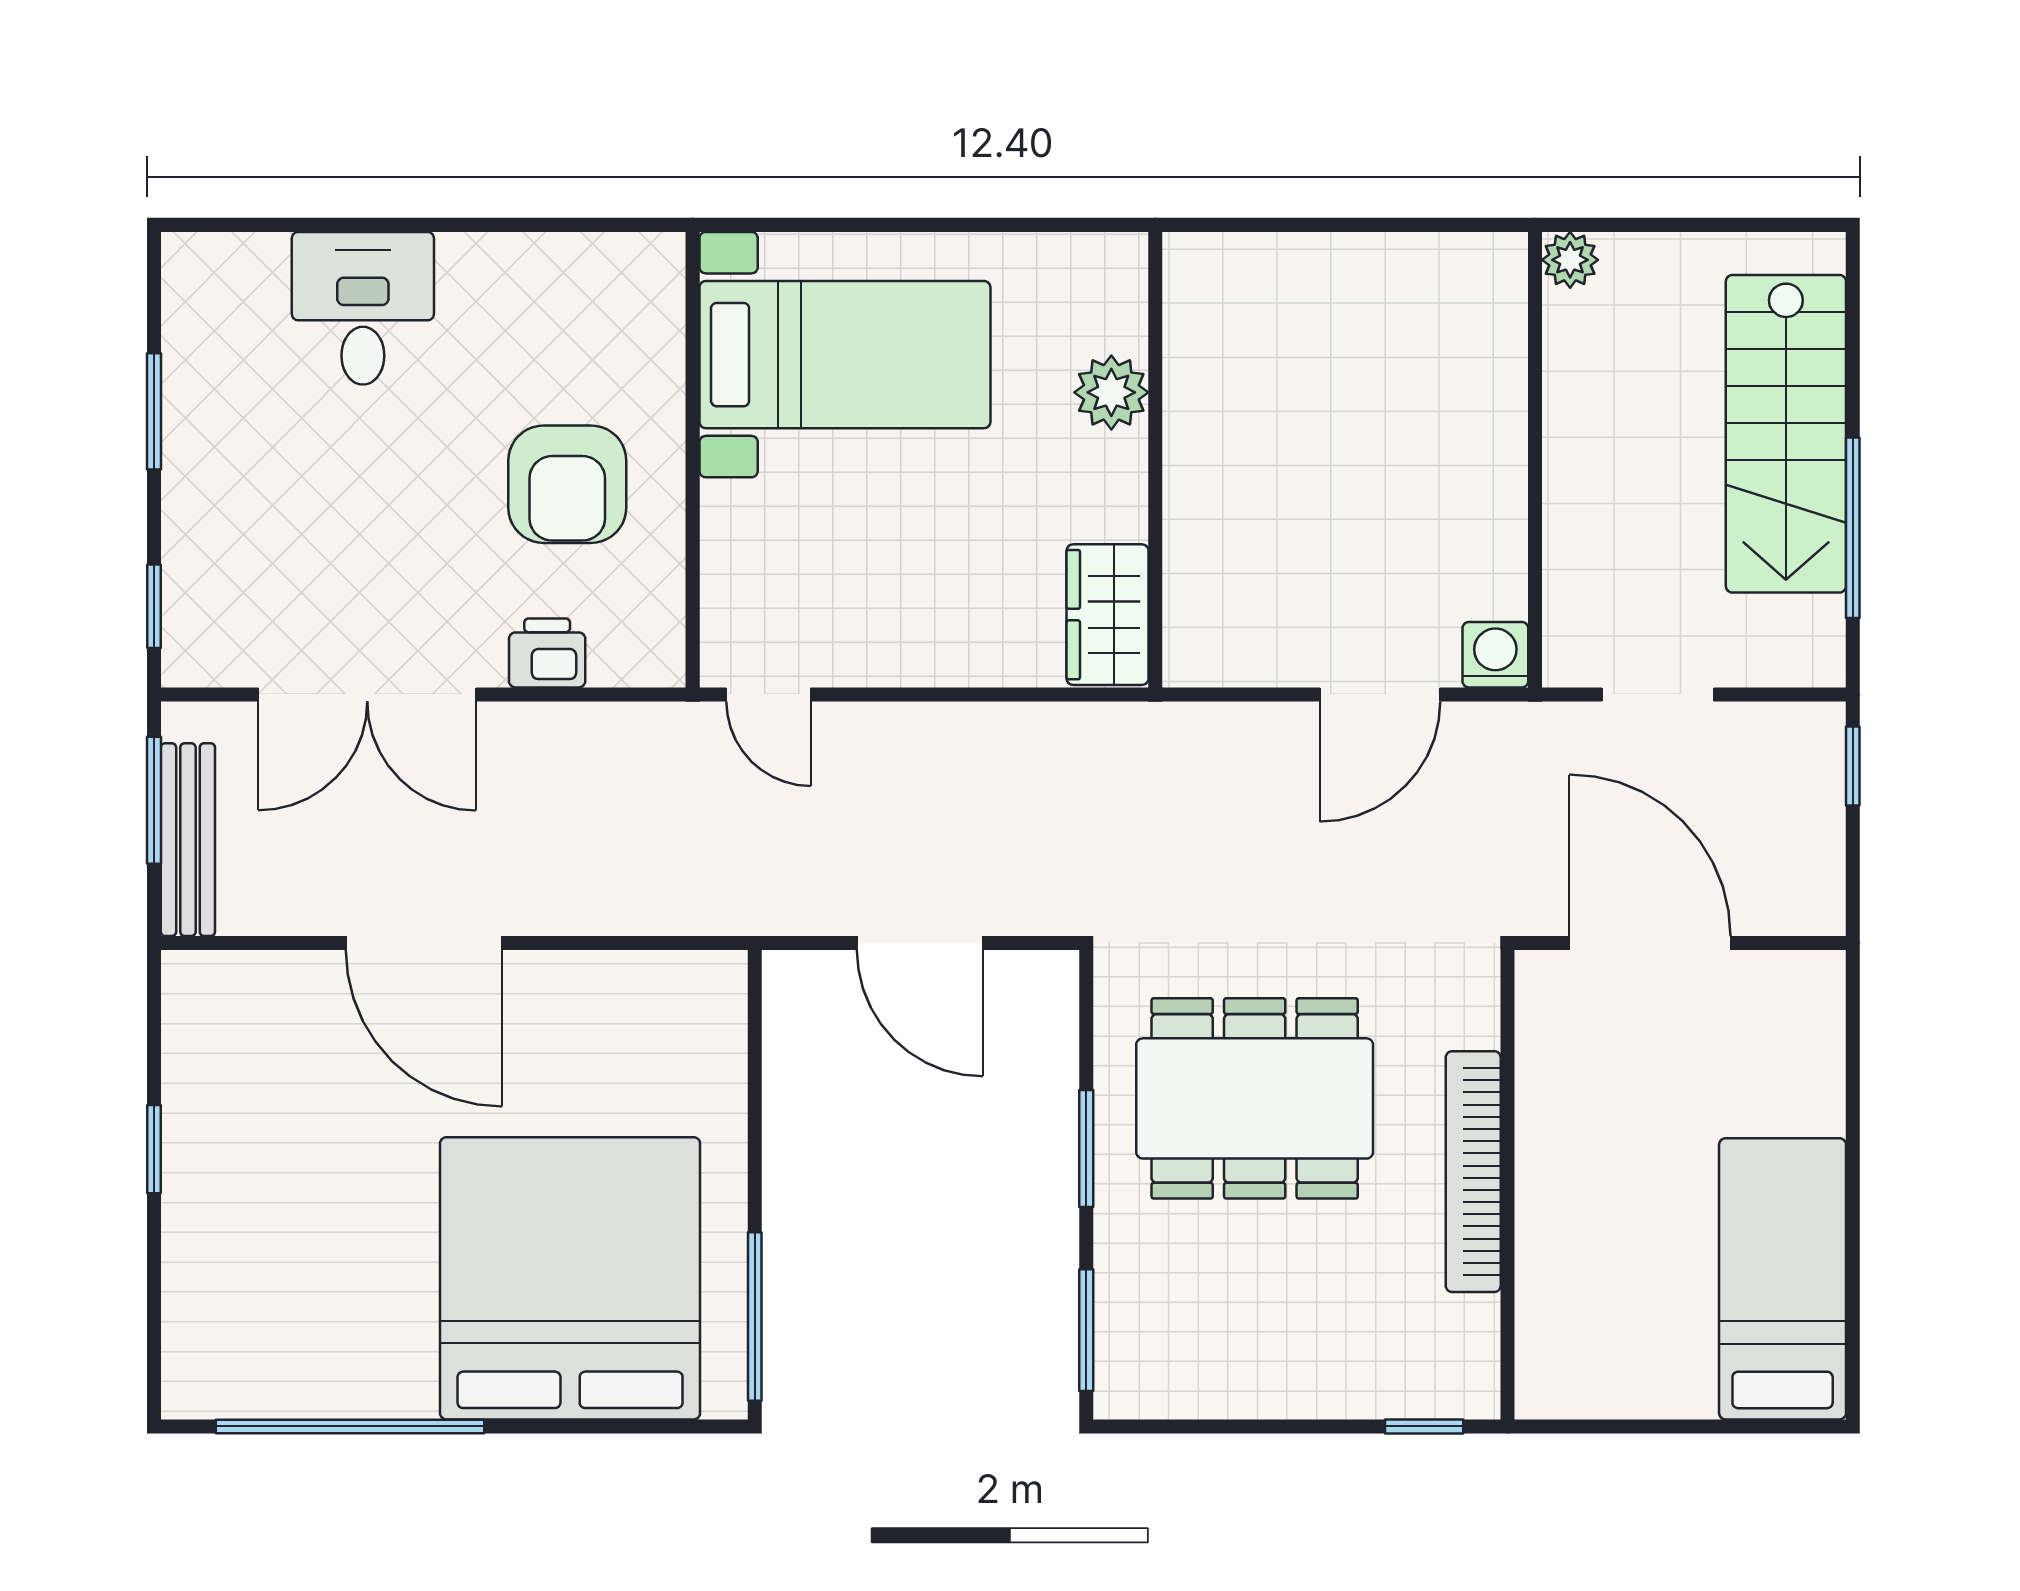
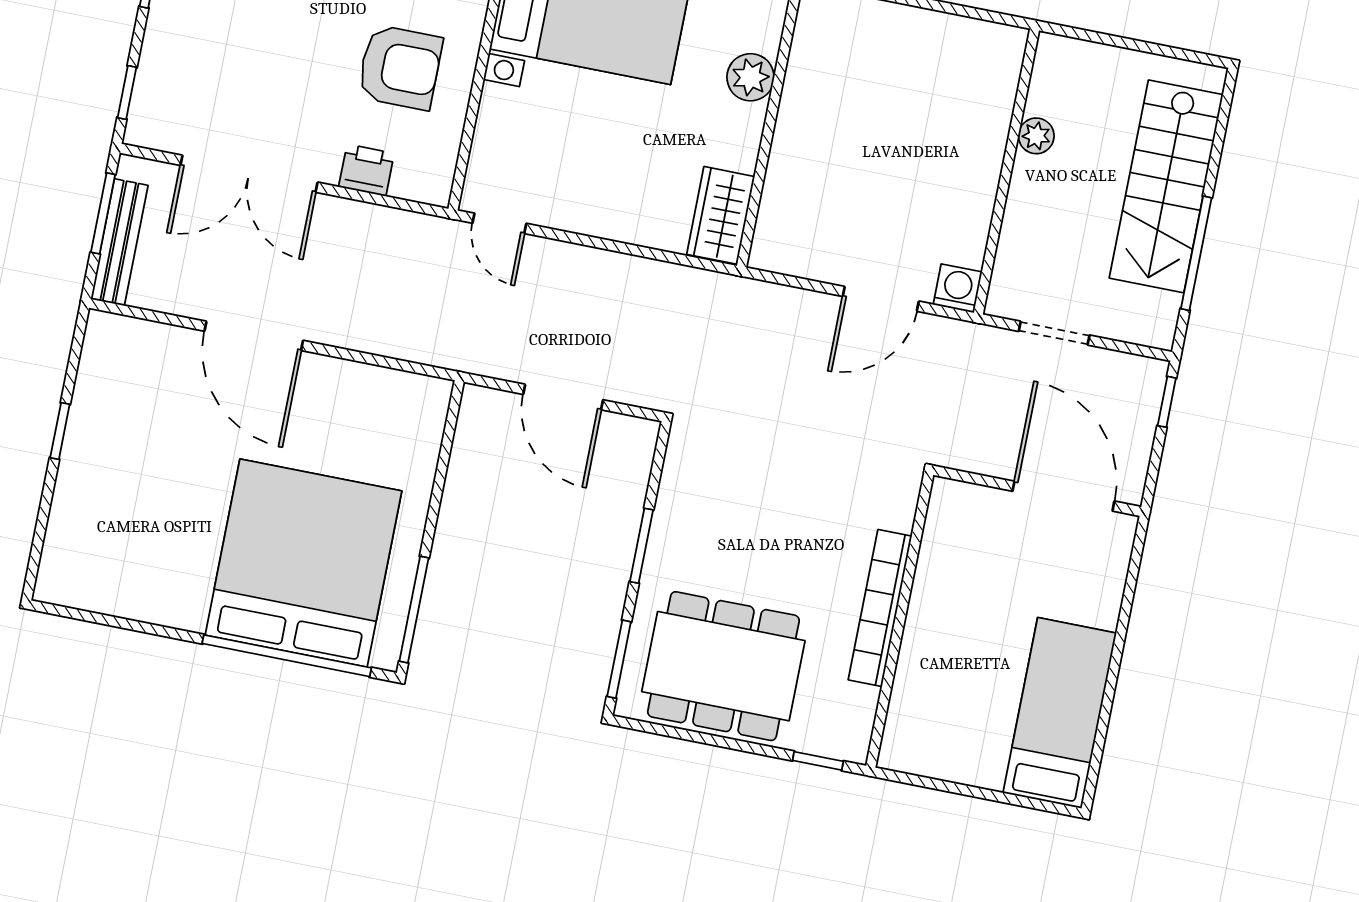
plant: (1570, 260) -> (1036, 136), moved
armchair: (567, 484) -> (400, 67), turned -90
door: (1650, 943) -> (1063, 496), moved
dining table: (1255, 1098) -> (723, 666), moved
window: (350, 1426) -> (287, 656), moved

